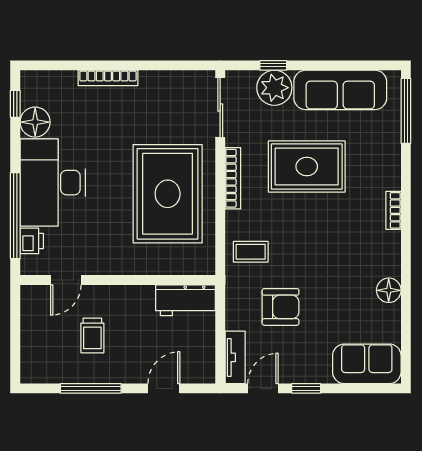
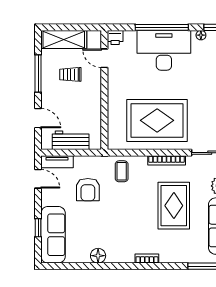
floor lamp: (35, 122) -> (201, 35), width x0.53, depth x0.53
window: (15, 216) -> (162, 27), moved
printer: (32, 241) -> (115, 37), moved
workbench: (185, 300) -> (71, 140), moved, turned 90
shelving: (35, 346) -> (64, 39), added
sofa: (367, 364) -> (53, 235), width x1.36
window: (306, 388) -> (38, 228), moved

